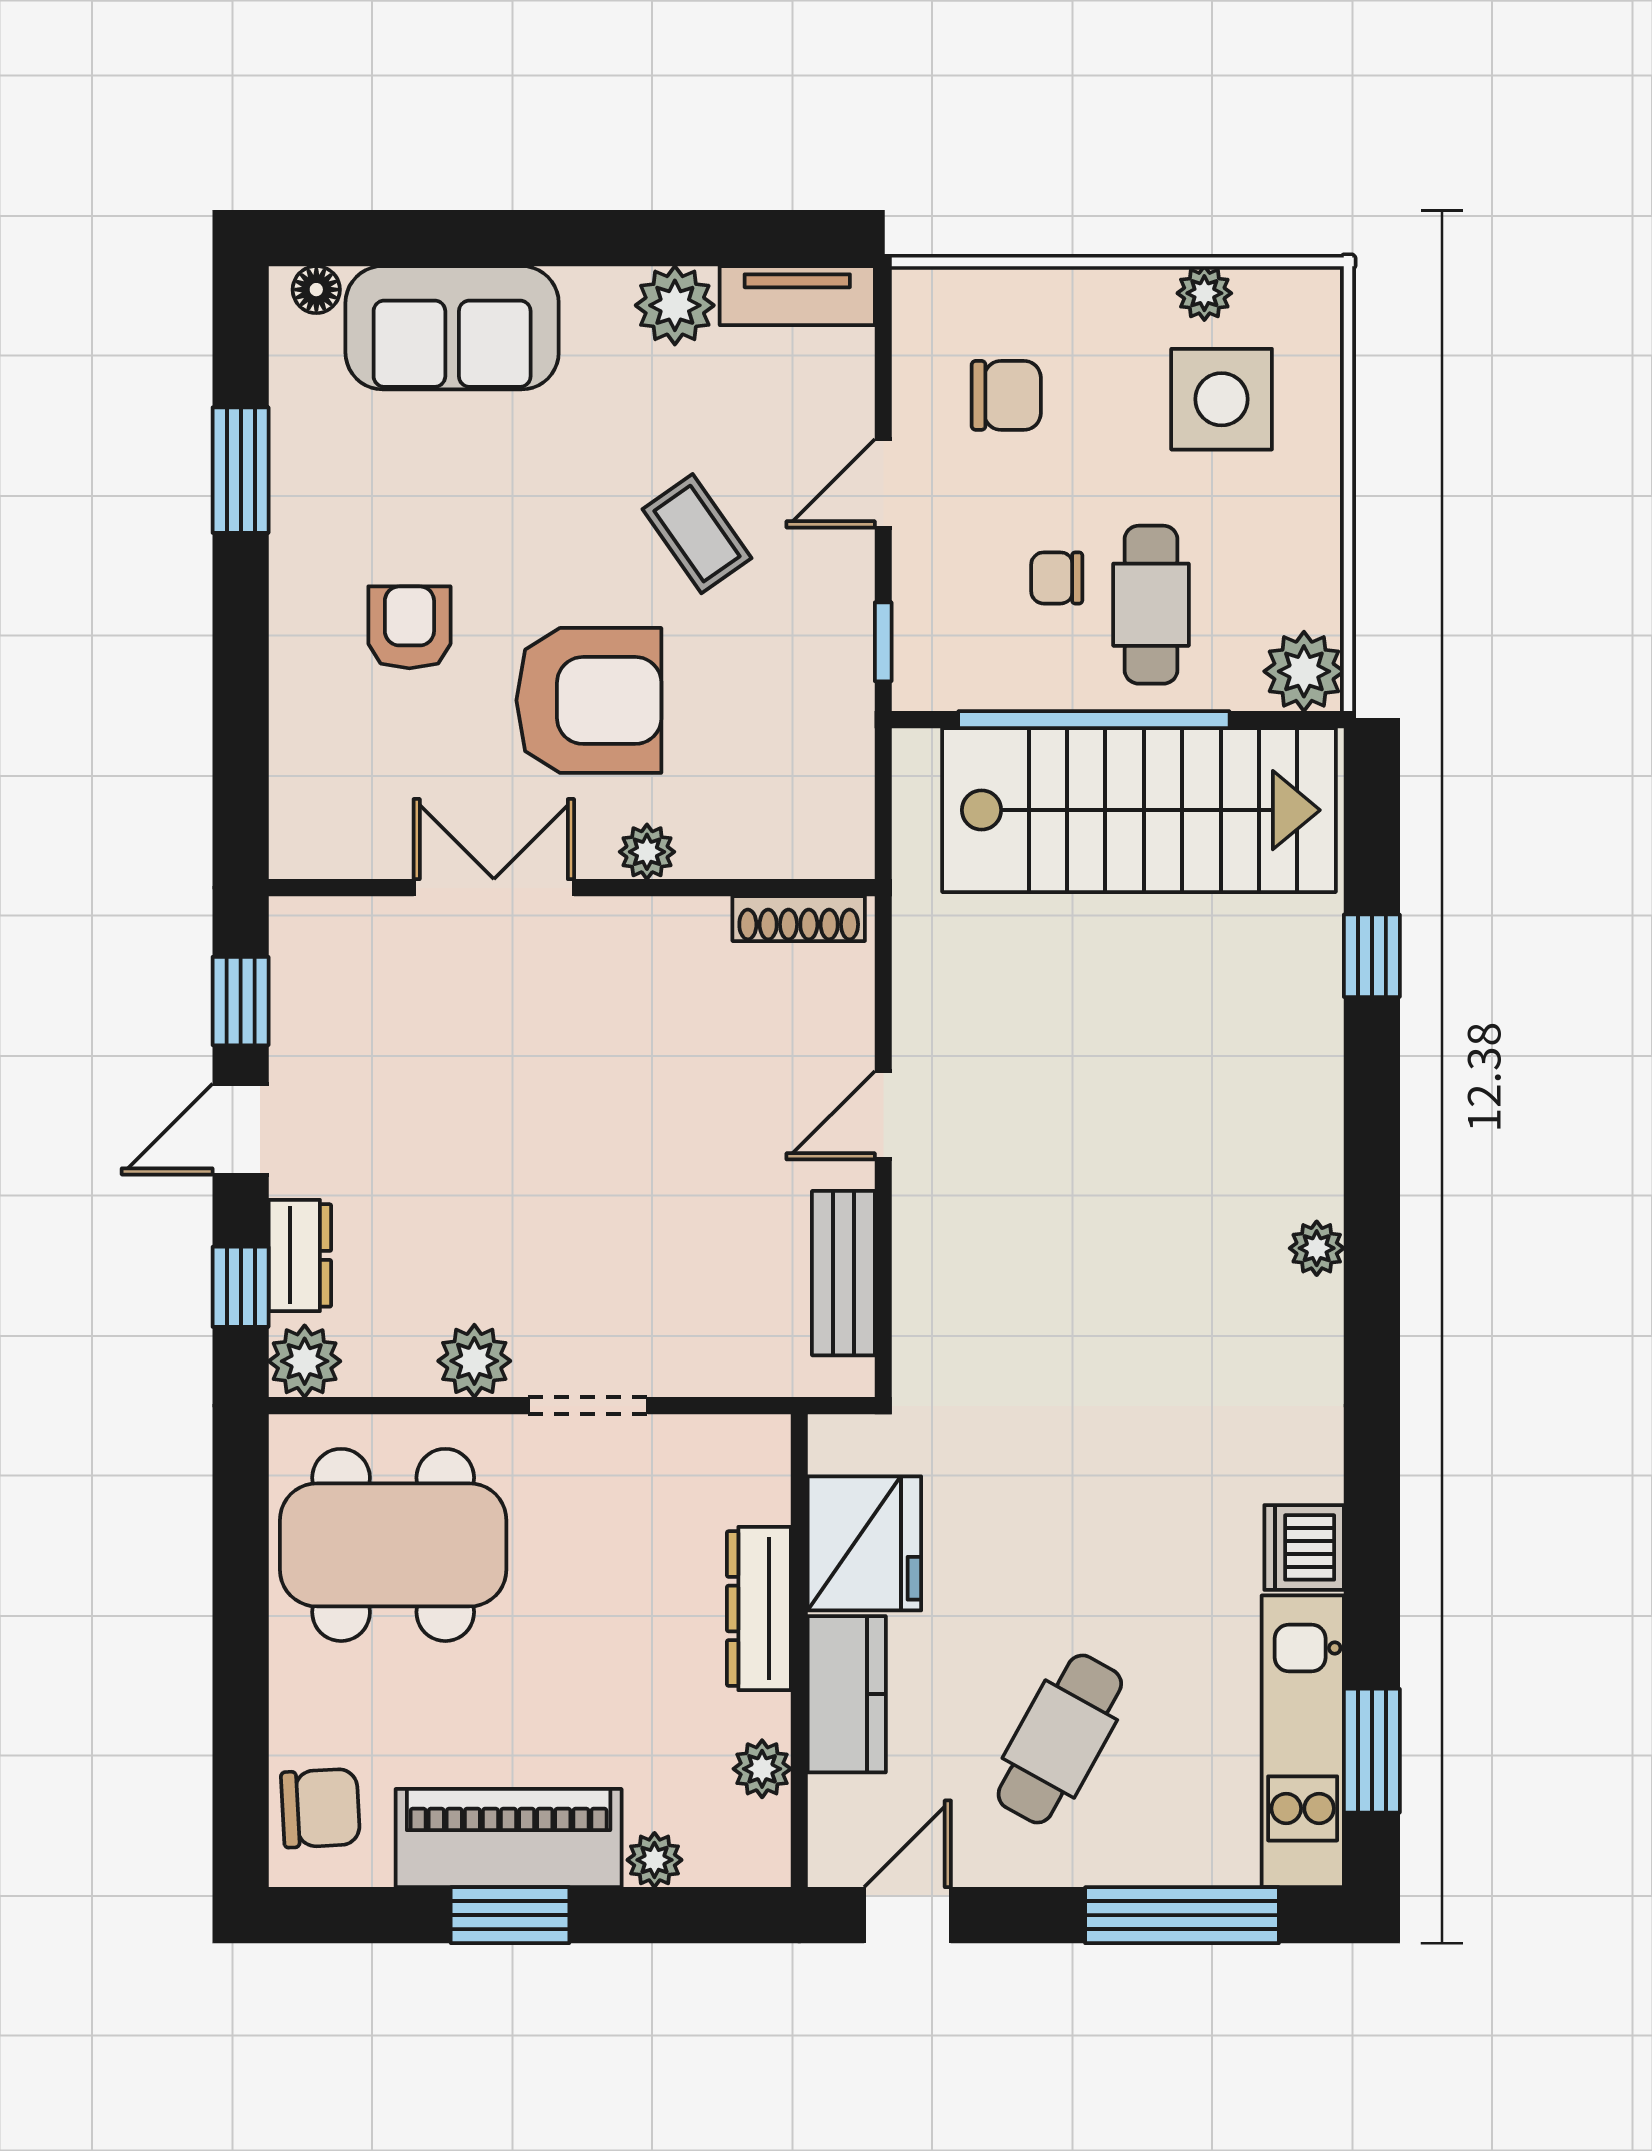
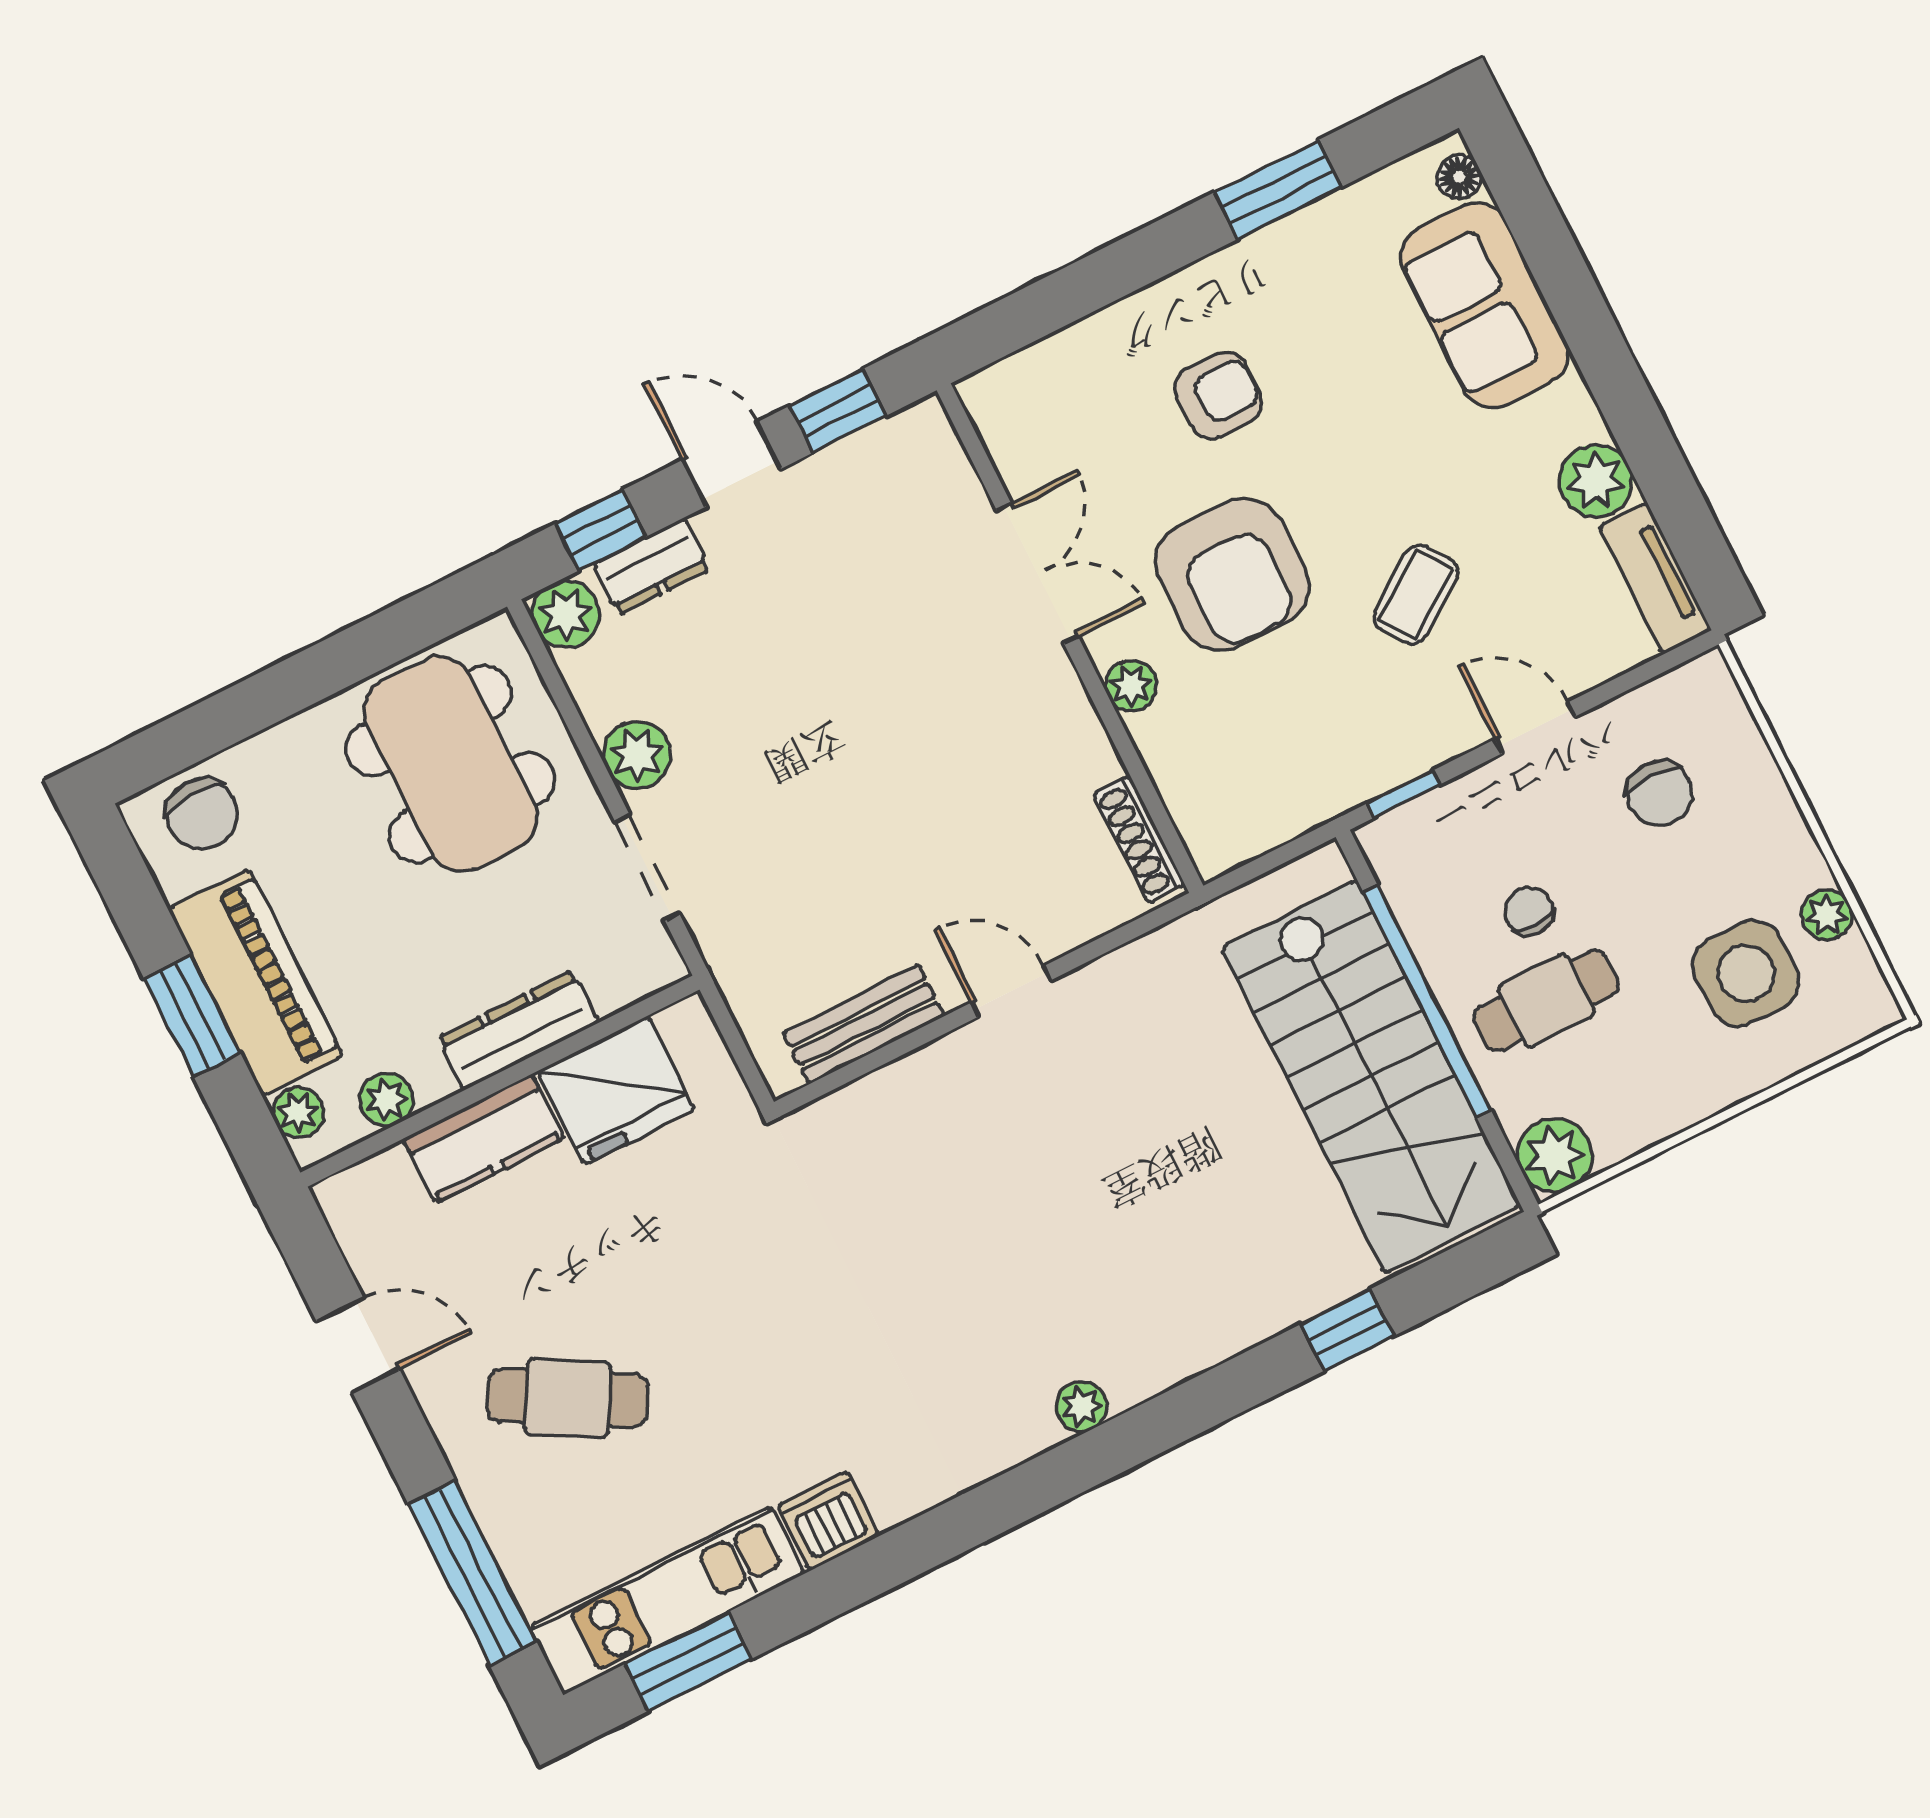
fridge: (864, 1543) -> (616, 1090), moved
dresser: (759, 1609) -> (518, 1030), moved
wall: (799, 1651) -> (500, 1081), moved
kitchen counter: (847, 1694) -> (484, 1139), moved
plant: (762, 1769) -> (387, 1100), moved

